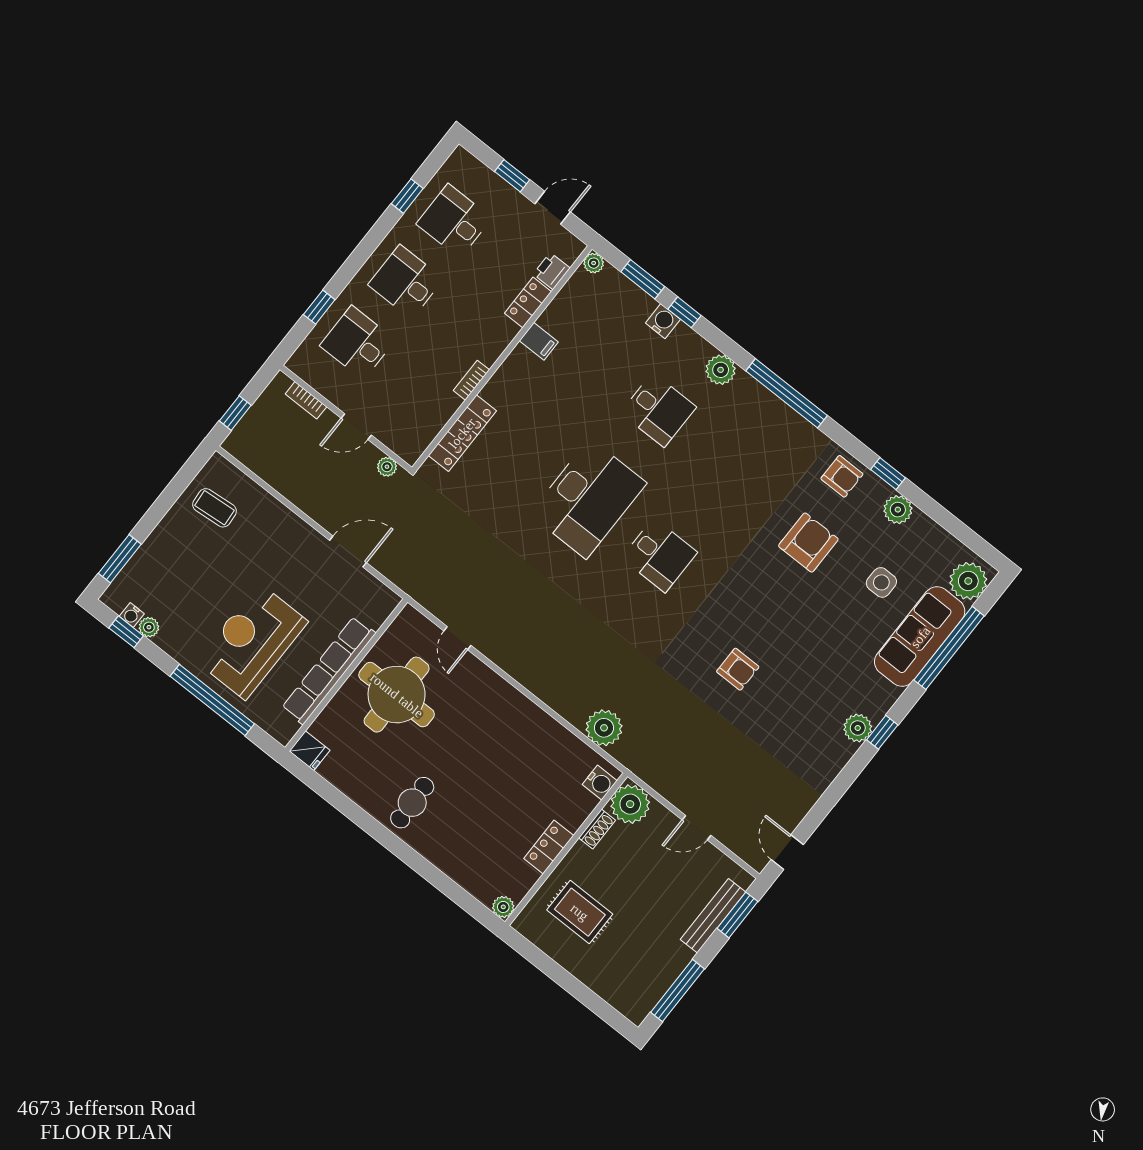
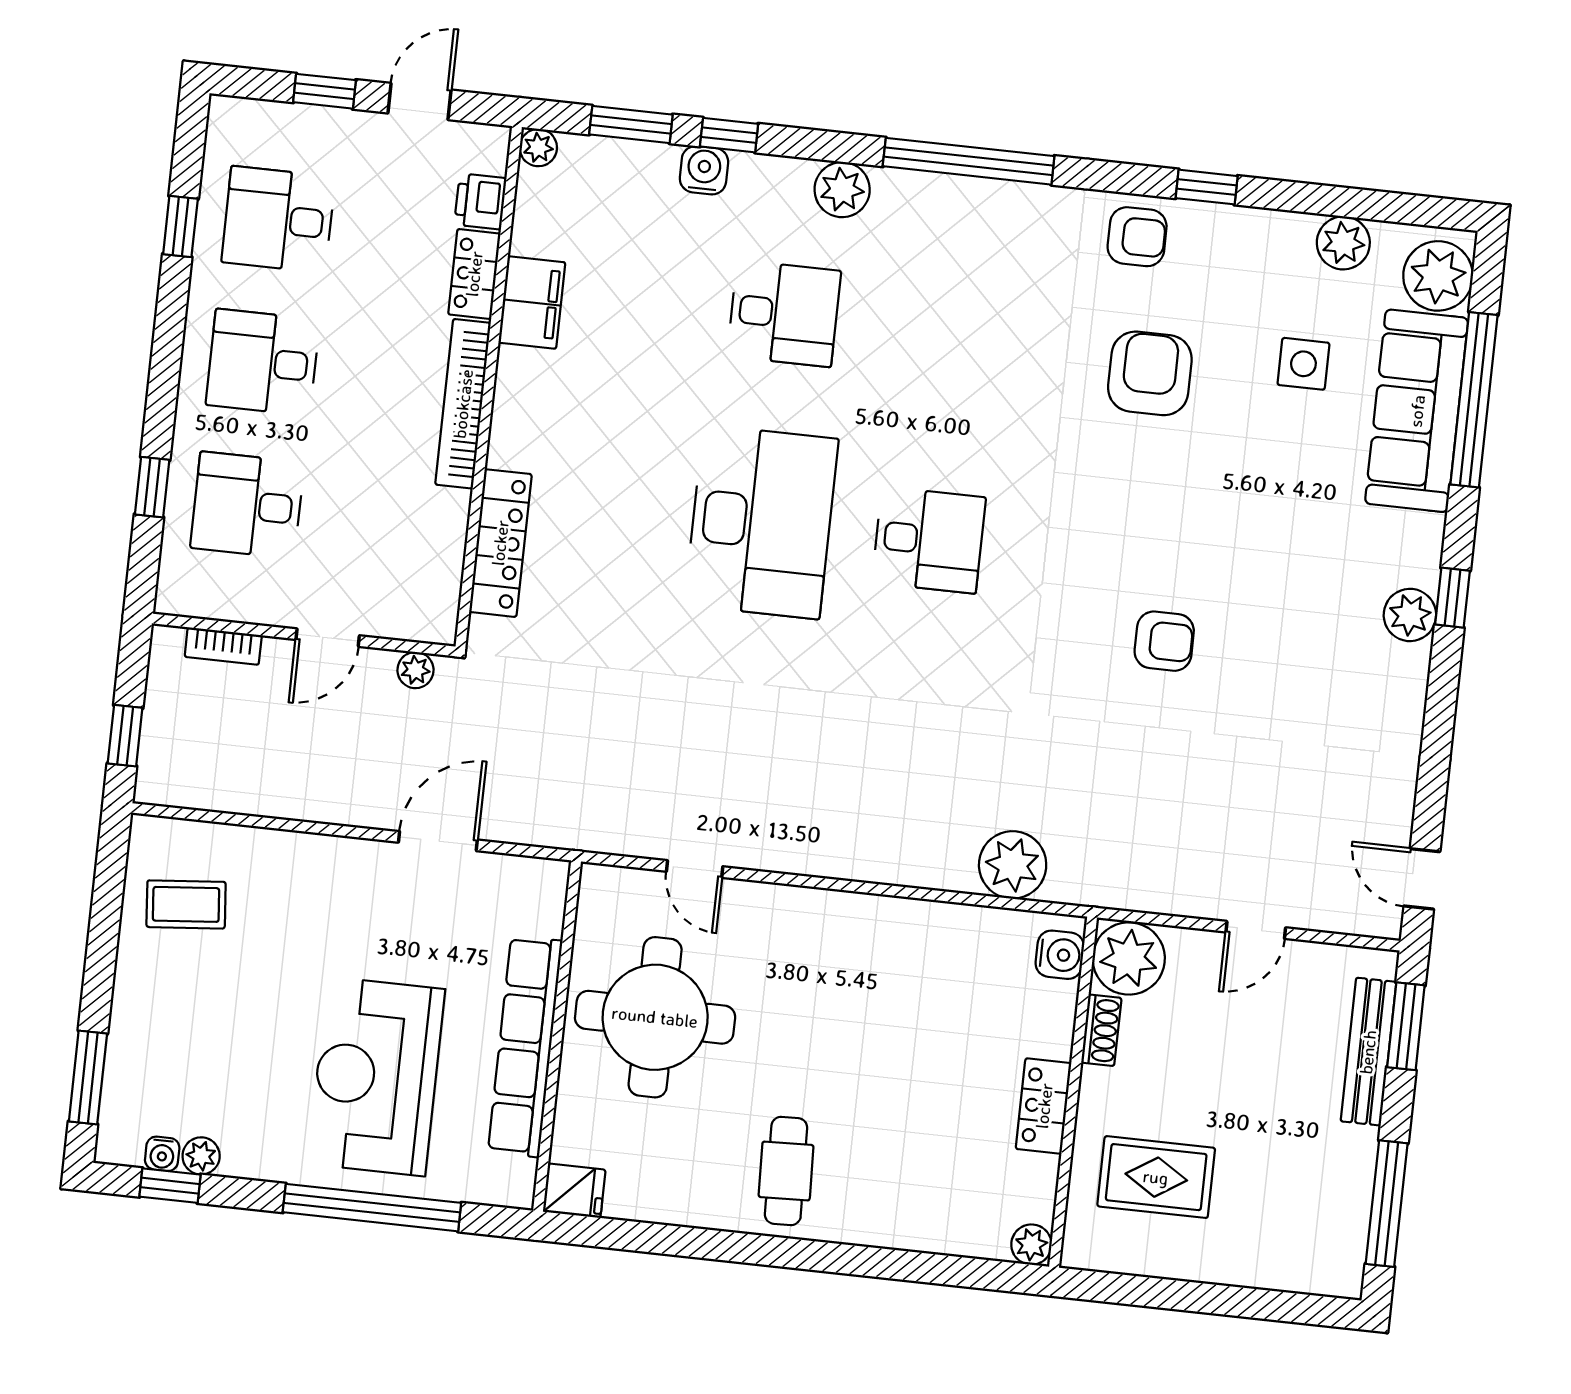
filing cabinet: (539, 341) -> (532, 302), width x2.00
bookcase: (471, 380) -> (463, 404), width x2.31, depth x1.31
plant: (898, 510) -> (1343, 243), moved

